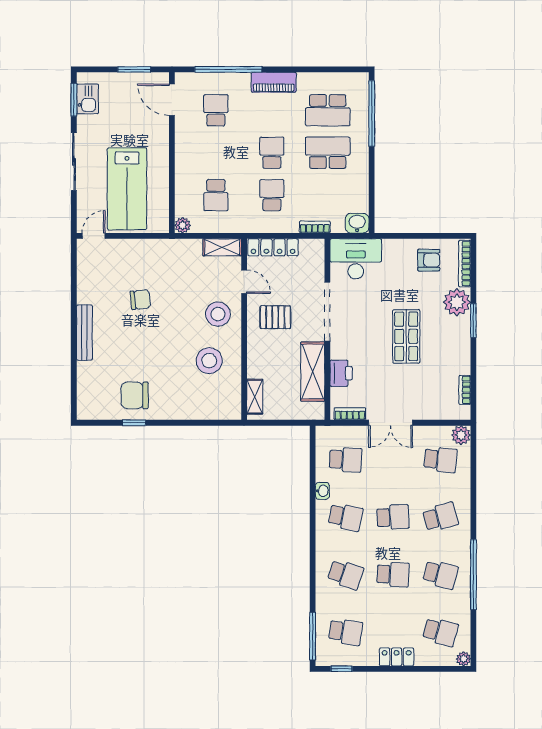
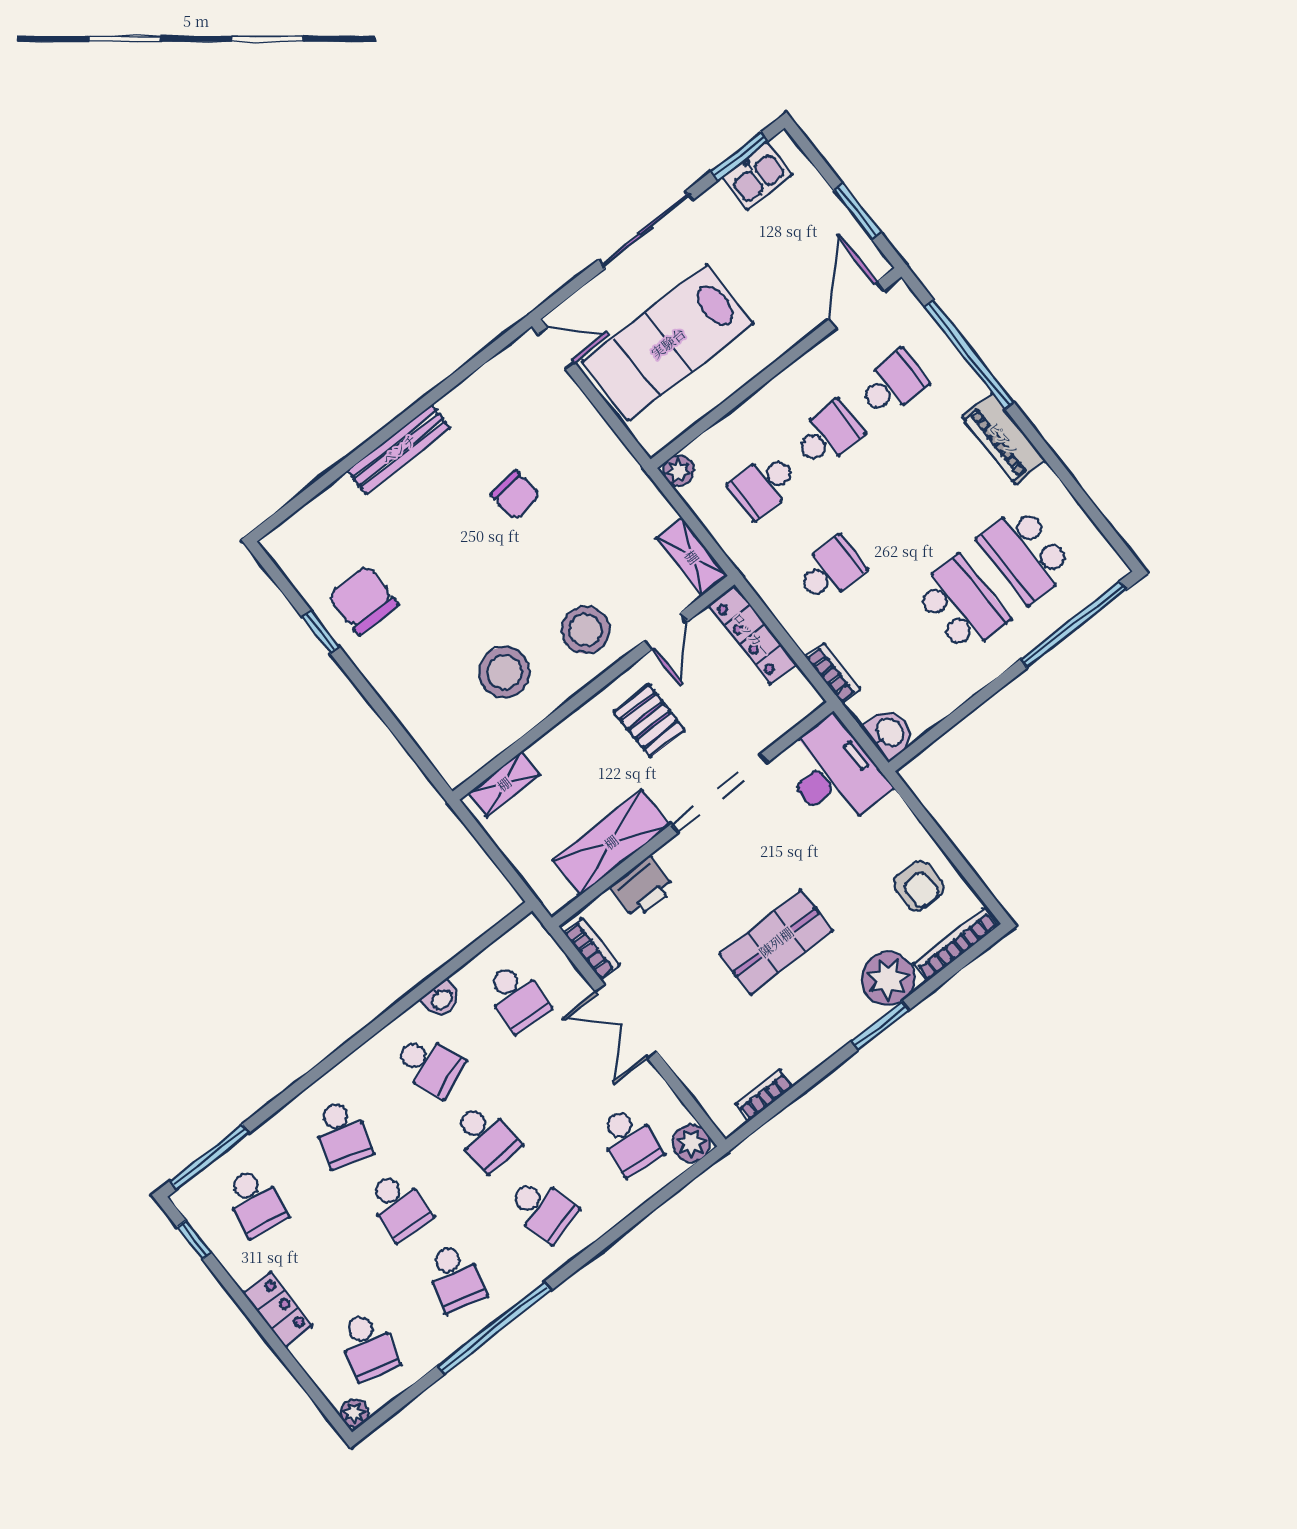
school desk: (272, 153) -> (828, 435), moved
school desk: (346, 517) -> (429, 1065), turned -33

